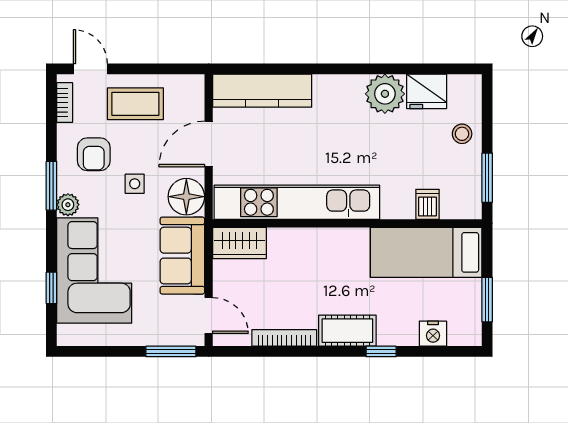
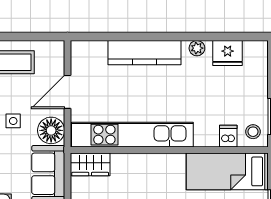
kitchen counter: (262, 91) -> (145, 53), moved
plant: (385, 94) -> (197, 48), width x0.53, depth x0.53
stool: (462, 134) -> (253, 132), moved

